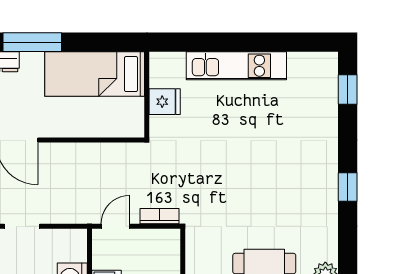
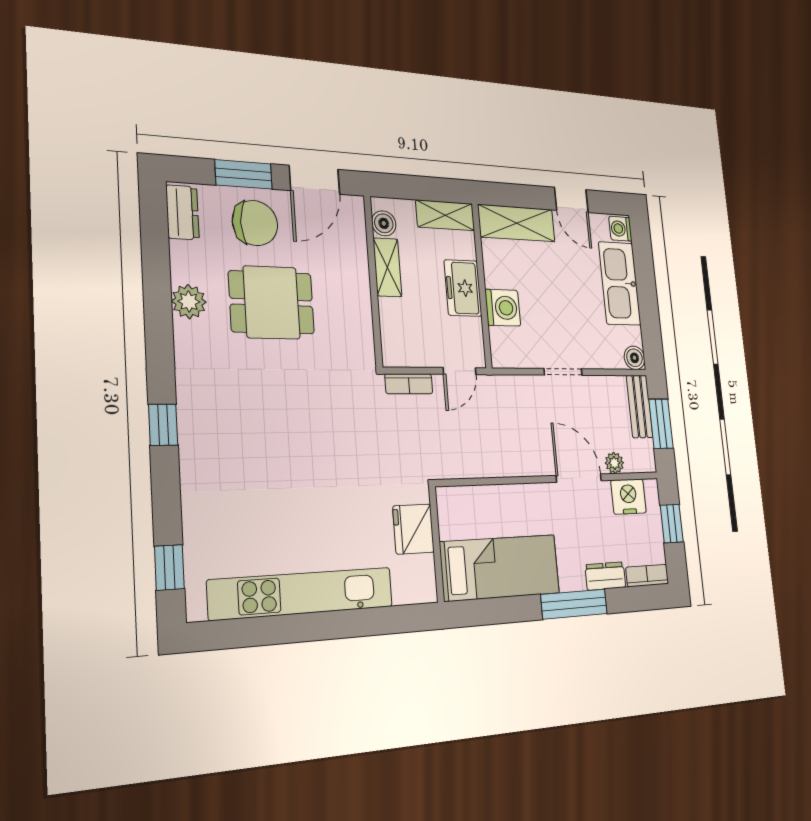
kitchen unit: (236, 66) -> (302, 593), width x1.36
fridge: (165, 102) -> (413, 529), width x1.38

